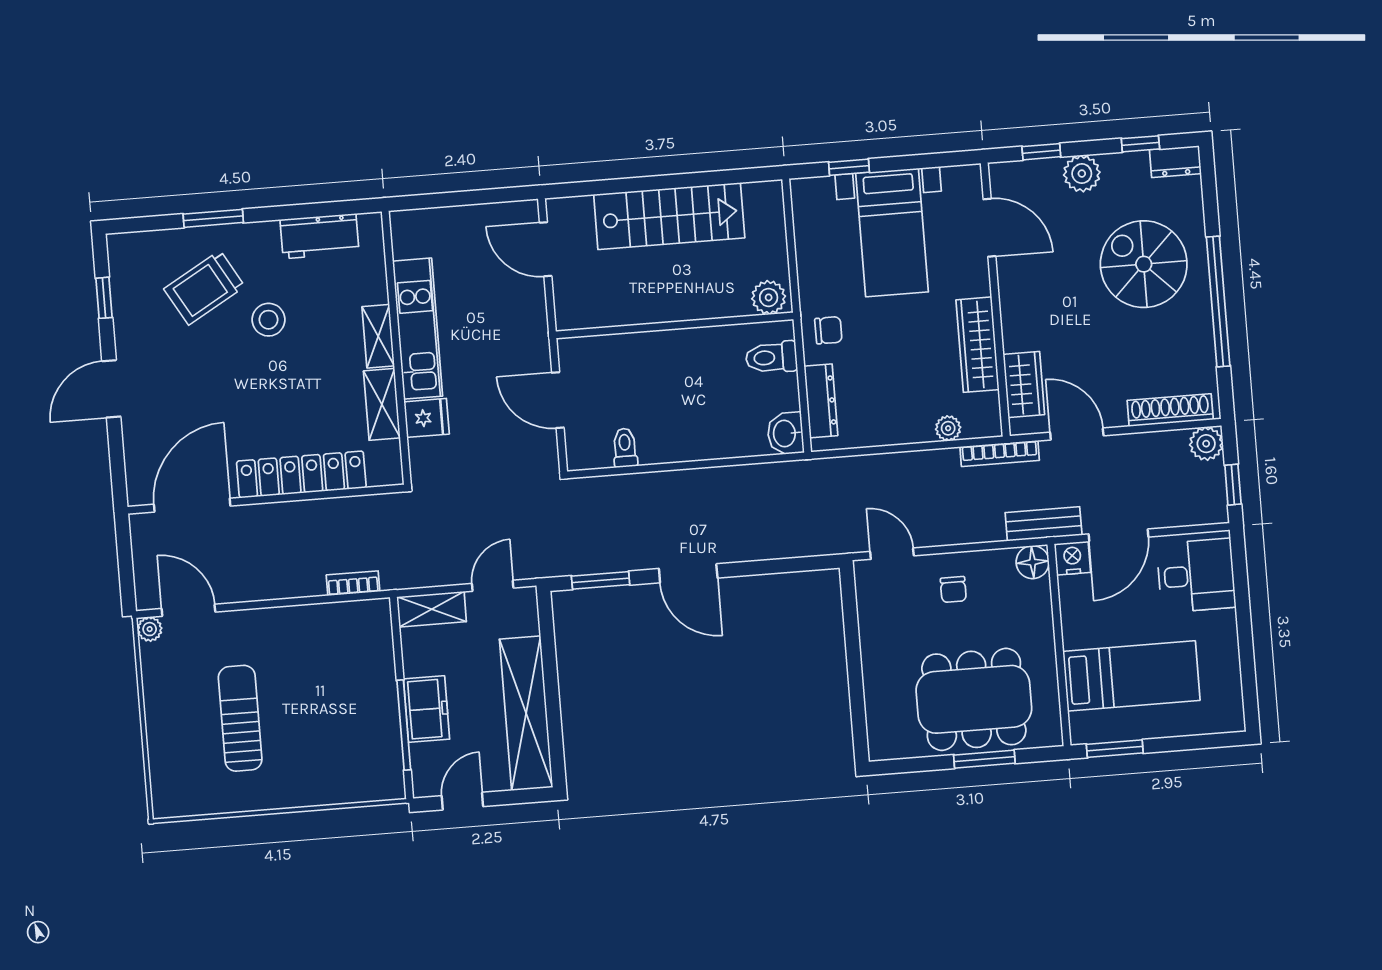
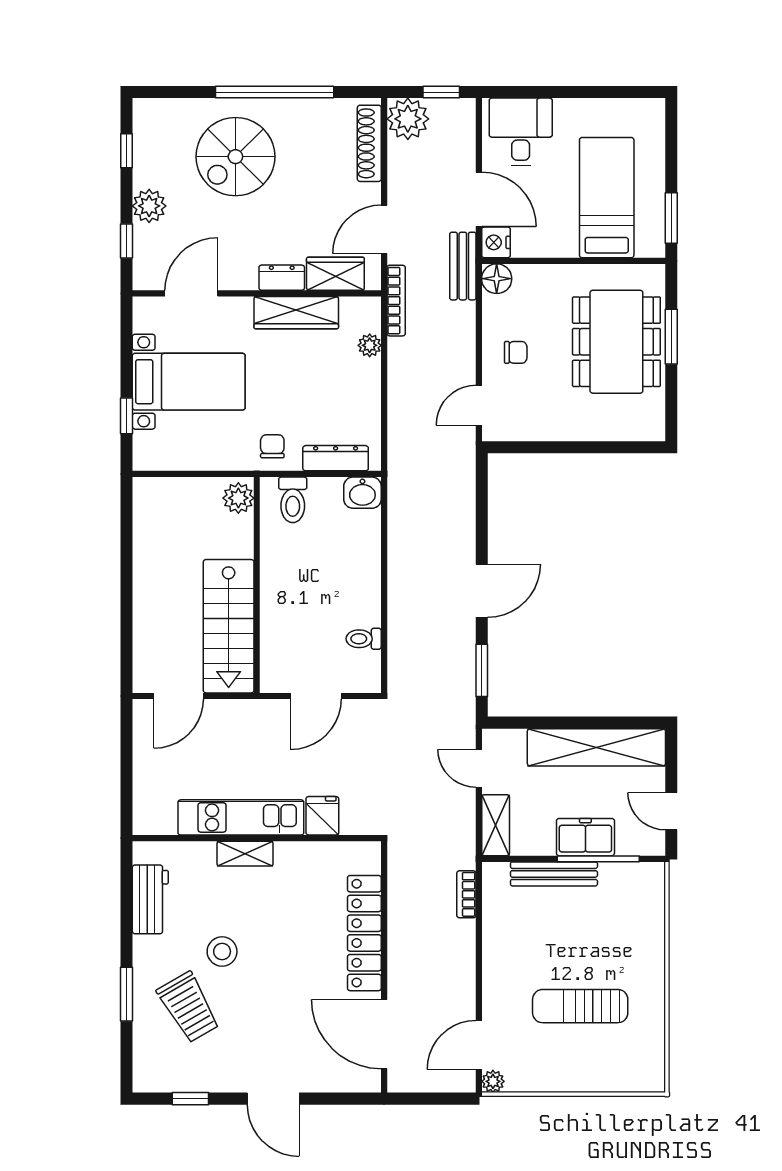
dresser: (1175, 162) -> (282, 278), moved, turned -90
stairs: (669, 216) -> (229, 626), moved, turned 180
shelving: (382, 404) -> (307, 855), removed
plant: (1206, 444) -> (408, 119), width x1.36, depth x1.36
bench: (383, 678) -> (554, 874), added

